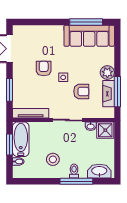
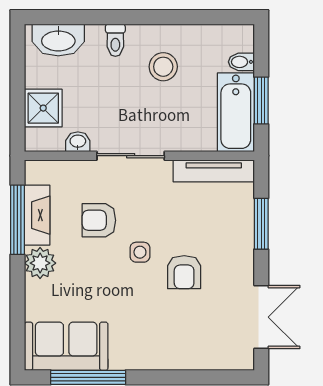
sofa: (89, 36) -> (66, 346), width x0.73
shower: (105, 130) -> (43, 108), moved
window: (76, 181) -> (110, 17), removed

